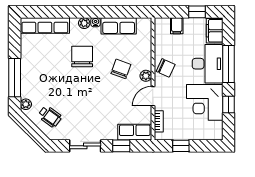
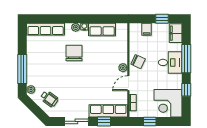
desk: (208, 64) -> (170, 62), width x0.73
chair: (121, 69) -> (104, 62), removed
corner desk: (205, 102) -> (168, 103), moved
row of seats: (135, 132) -> (108, 111), width x1.48

